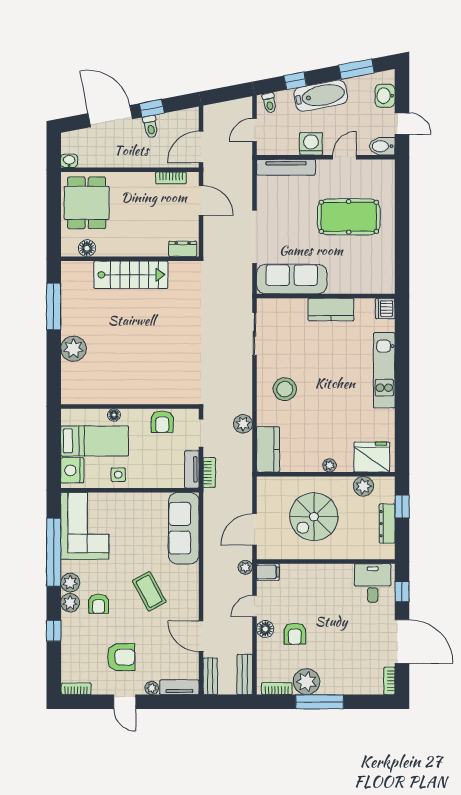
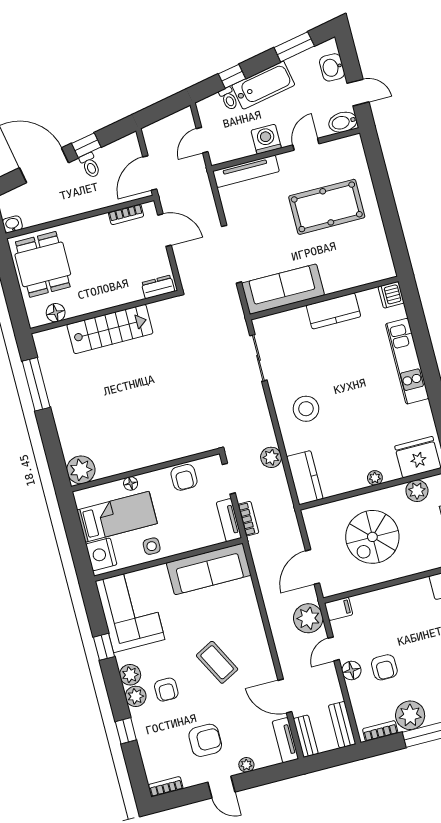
toilet: (269, 103) -> (229, 99), moved
plant: (73, 349) -> (81, 470), moved
sofa: (184, 528) -> (209, 569), moved, turned -90
window: (54, 552) -> (104, 647), width x0.32
plant: (245, 567) -> (308, 618), width x1.87, depth x1.87
tv unit: (179, 687) -> (285, 740), moved, turned -90

